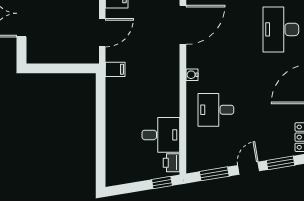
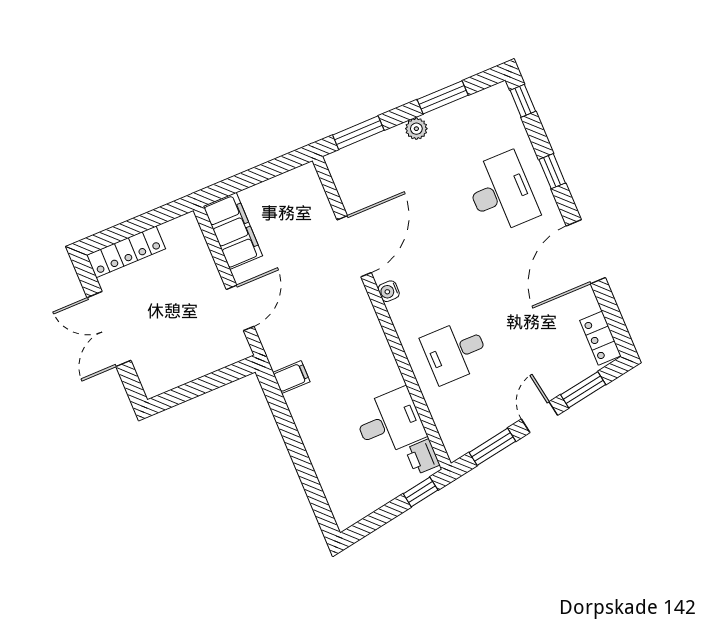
desk: (281, 29) -> (501, 193), turned 180
filing cabinet: (115, 69) -> (291, 377), moved
water cooler: (192, 75) -> (389, 291), moved

